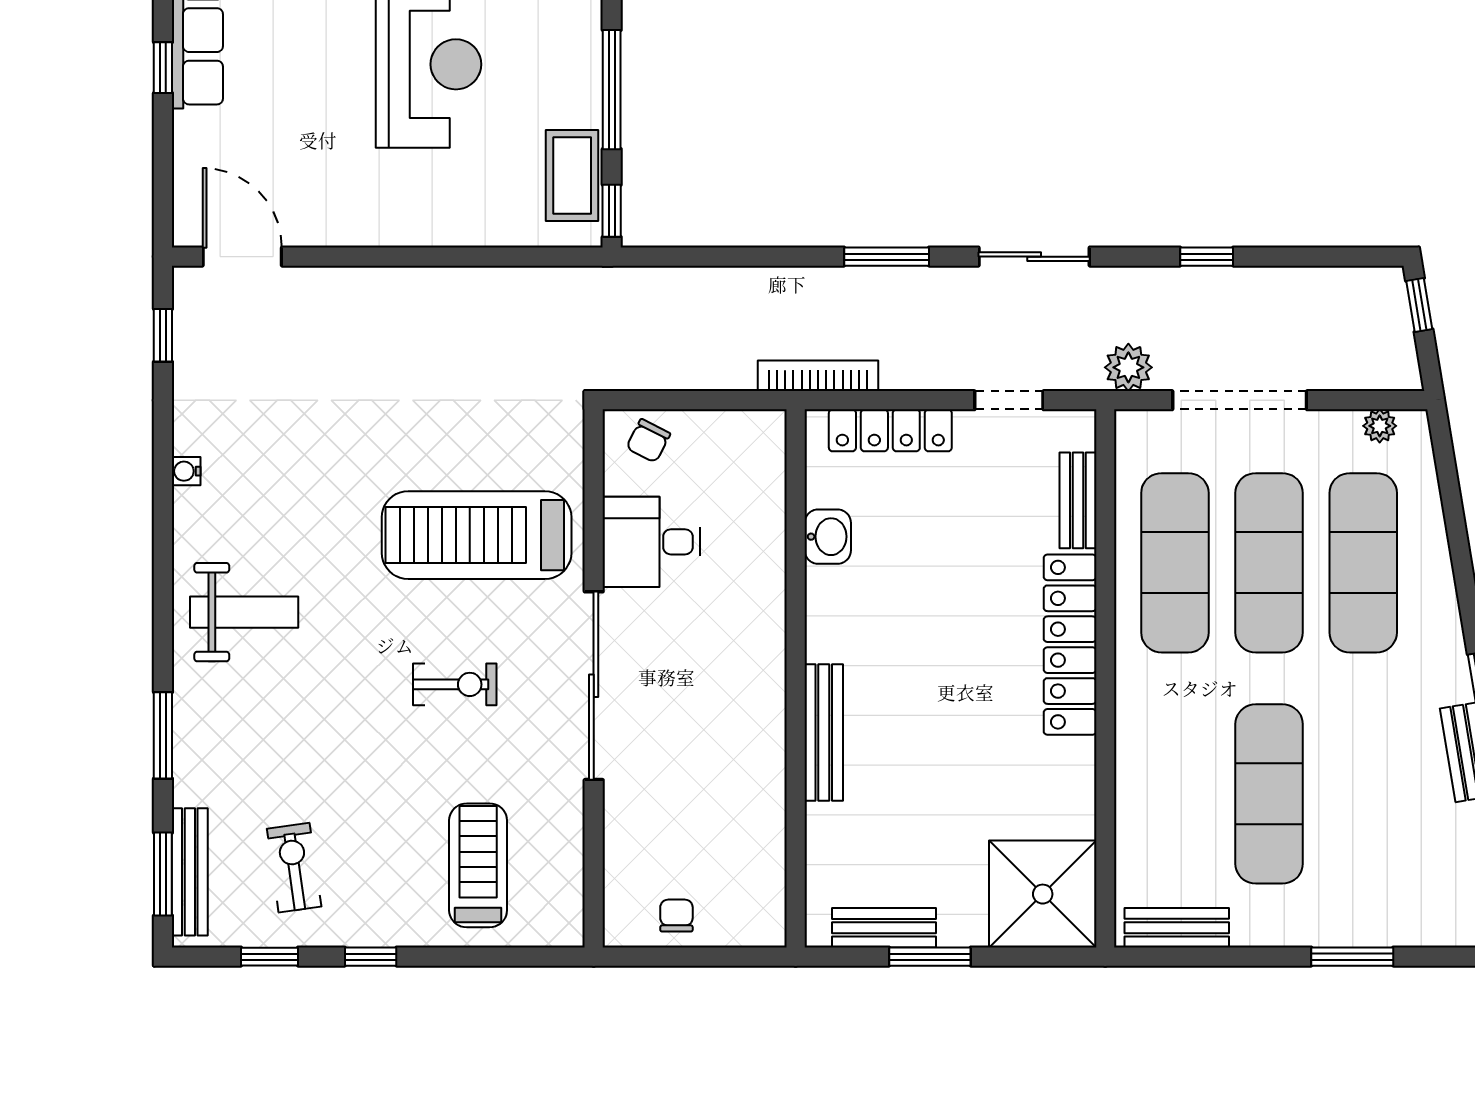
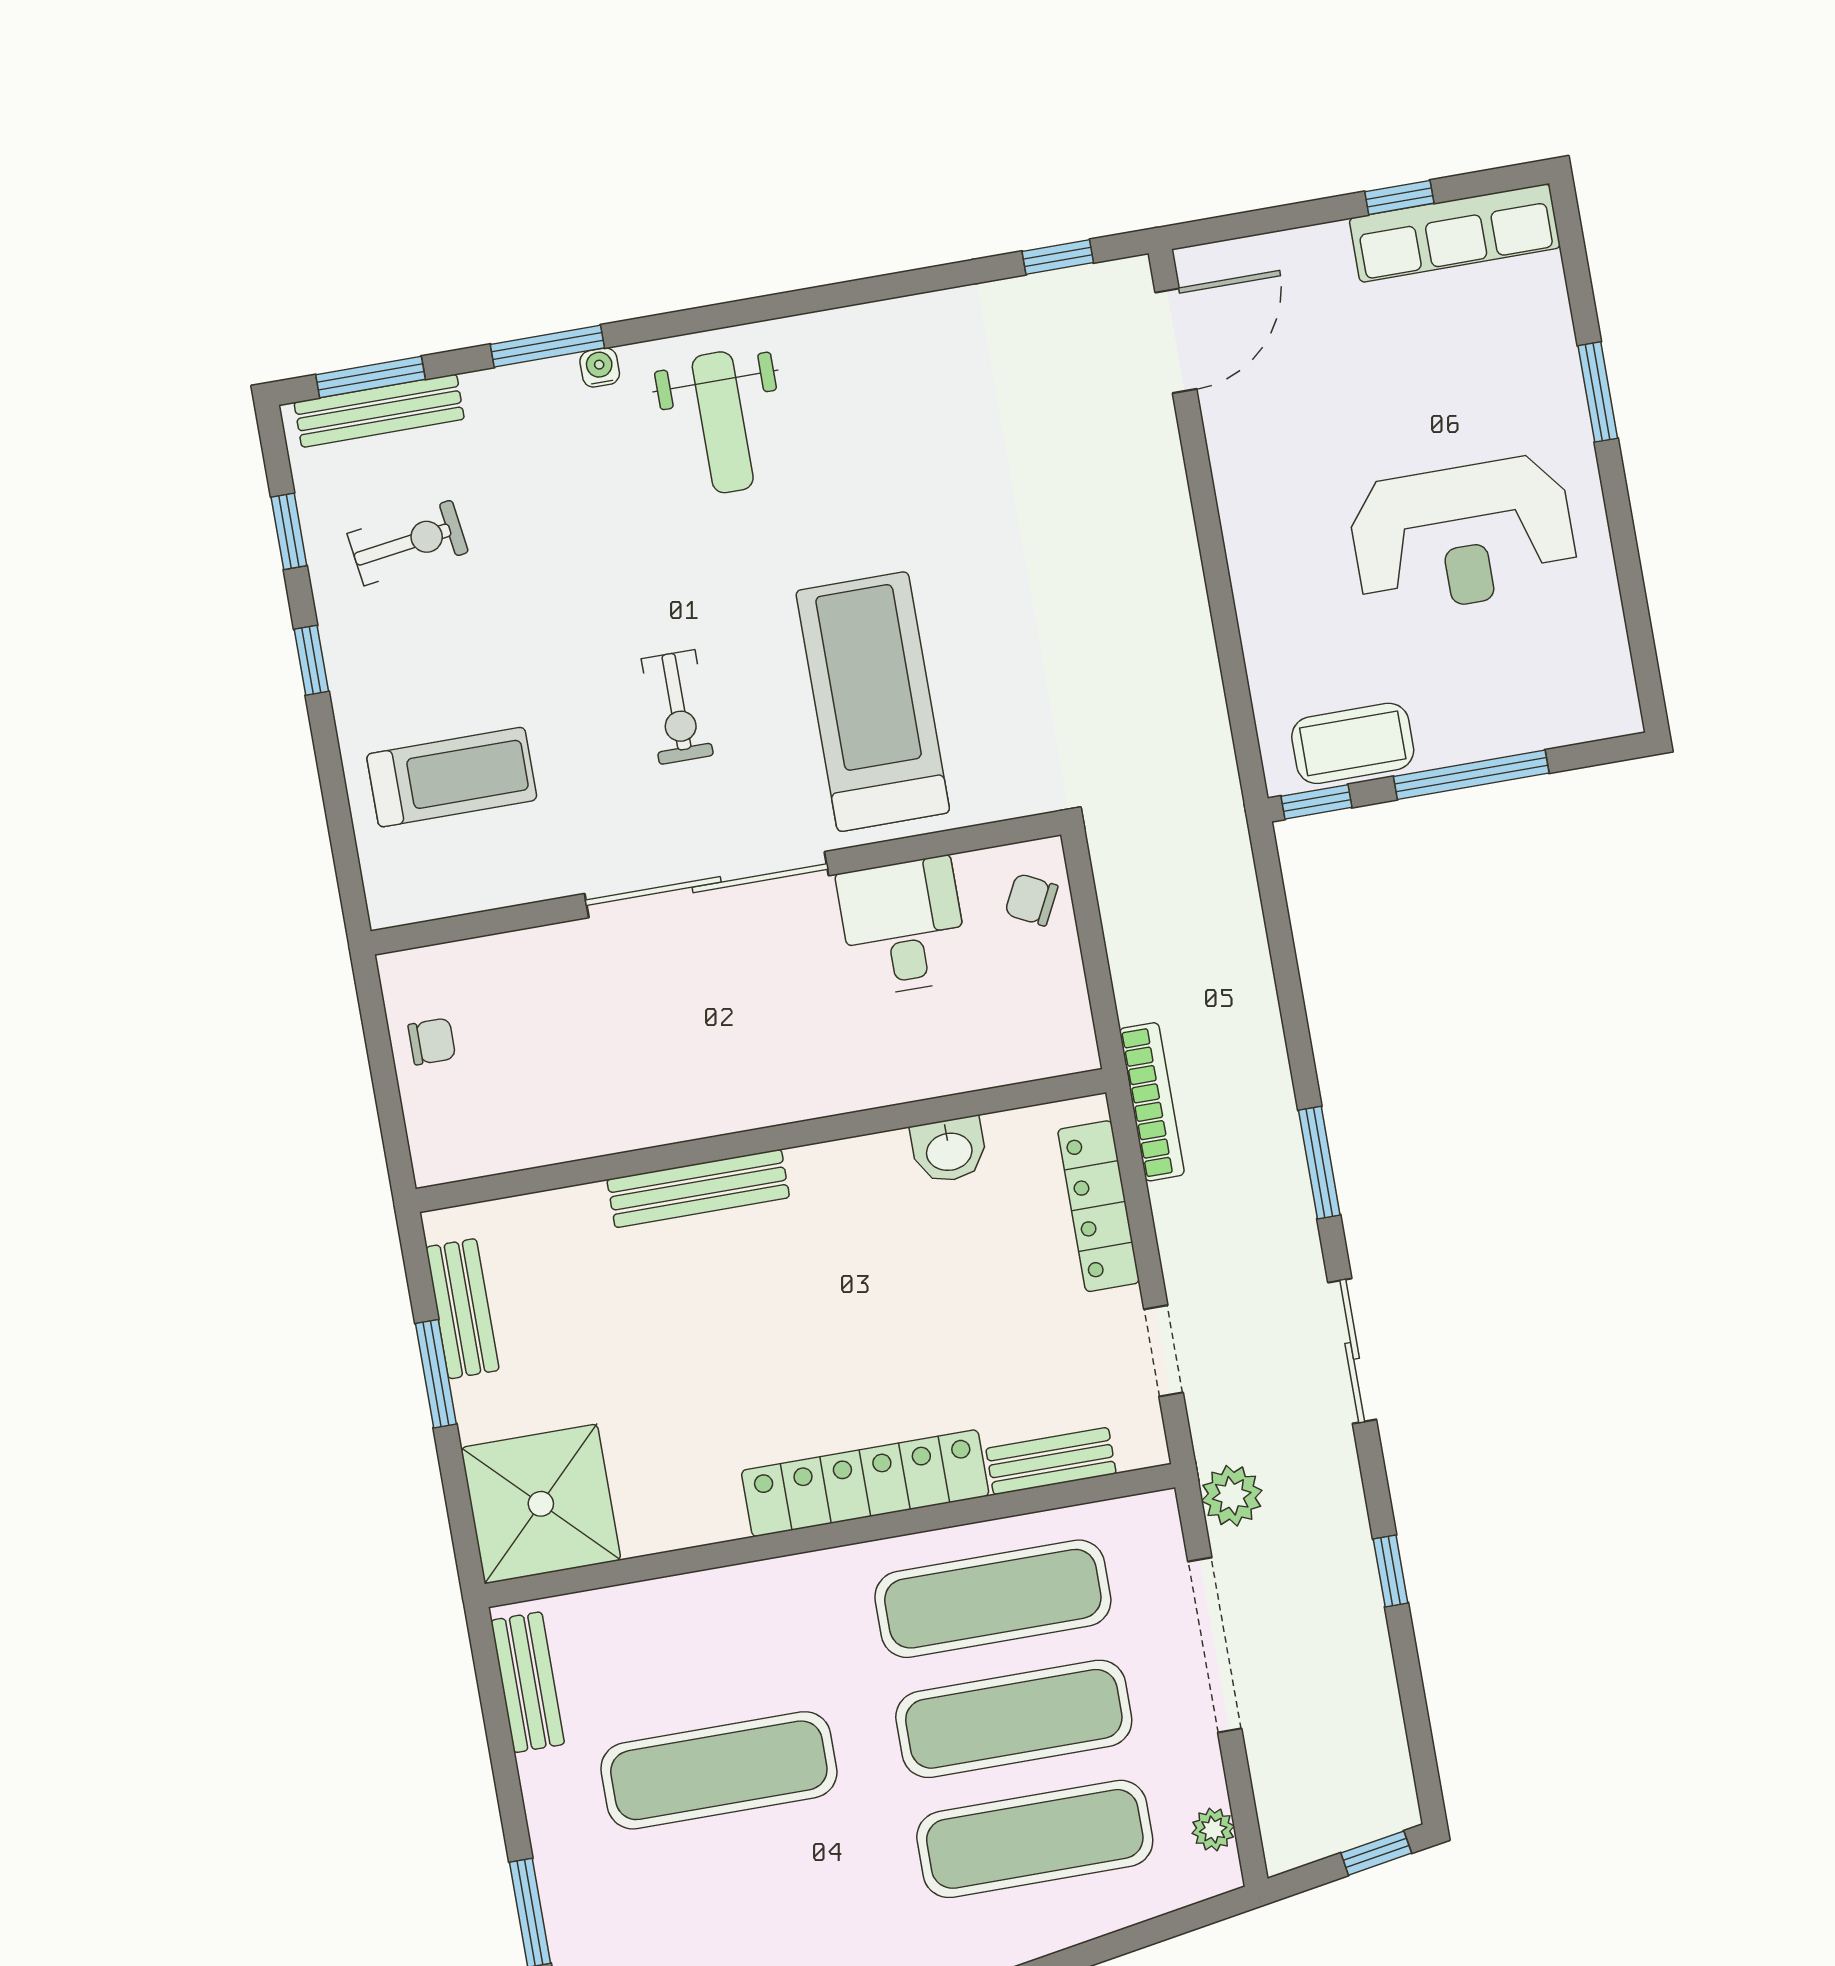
water cooler: (186, 471) -> (600, 368), moved

